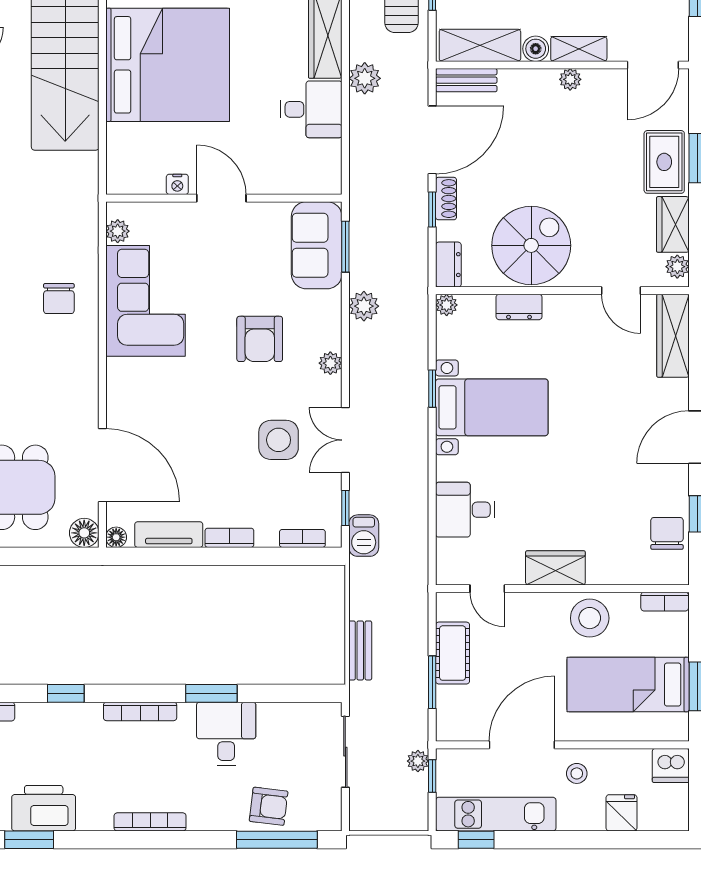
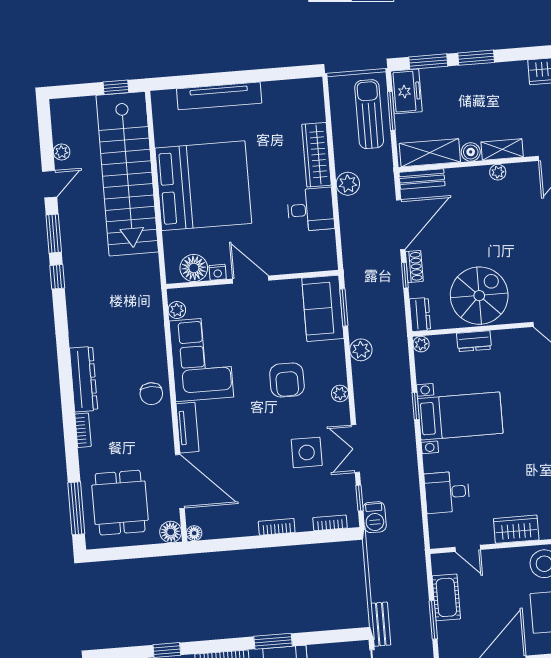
floor lamp: (145, 176) -> (194, 268), added
chair: (59, 299) -> (151, 394), moved
tv unit: (169, 535) -> (187, 428), moved, turned 90
bench: (360, 650) -> (381, 624), moved

